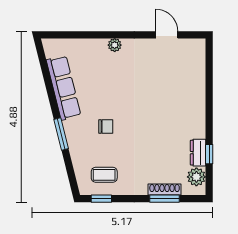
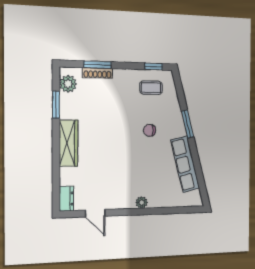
wardrobe: (196, 112) -> (68, 143), added
dresser: (198, 153) -> (66, 199), moved
window: (209, 154) -> (56, 105), width x1.50

